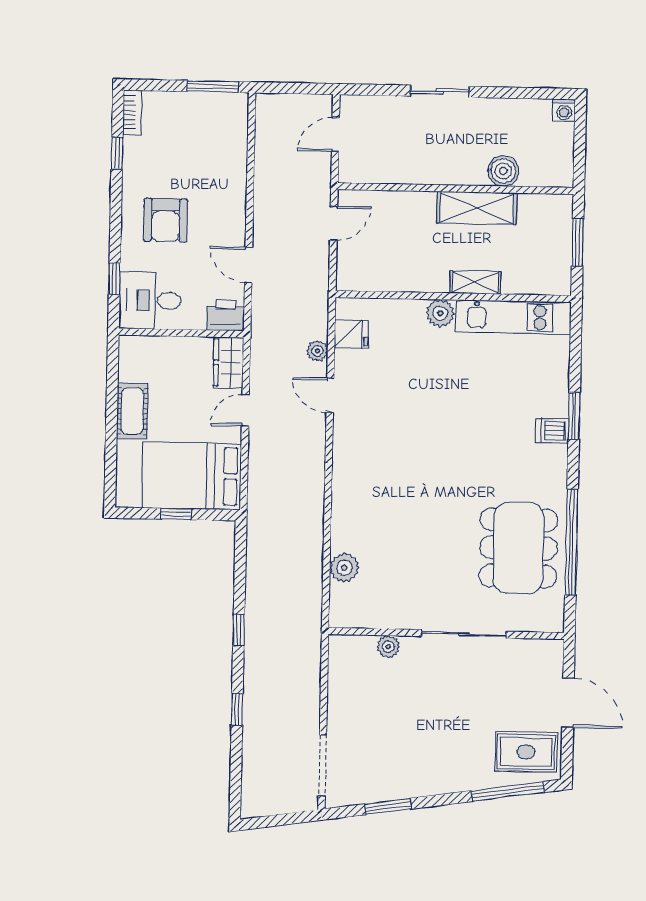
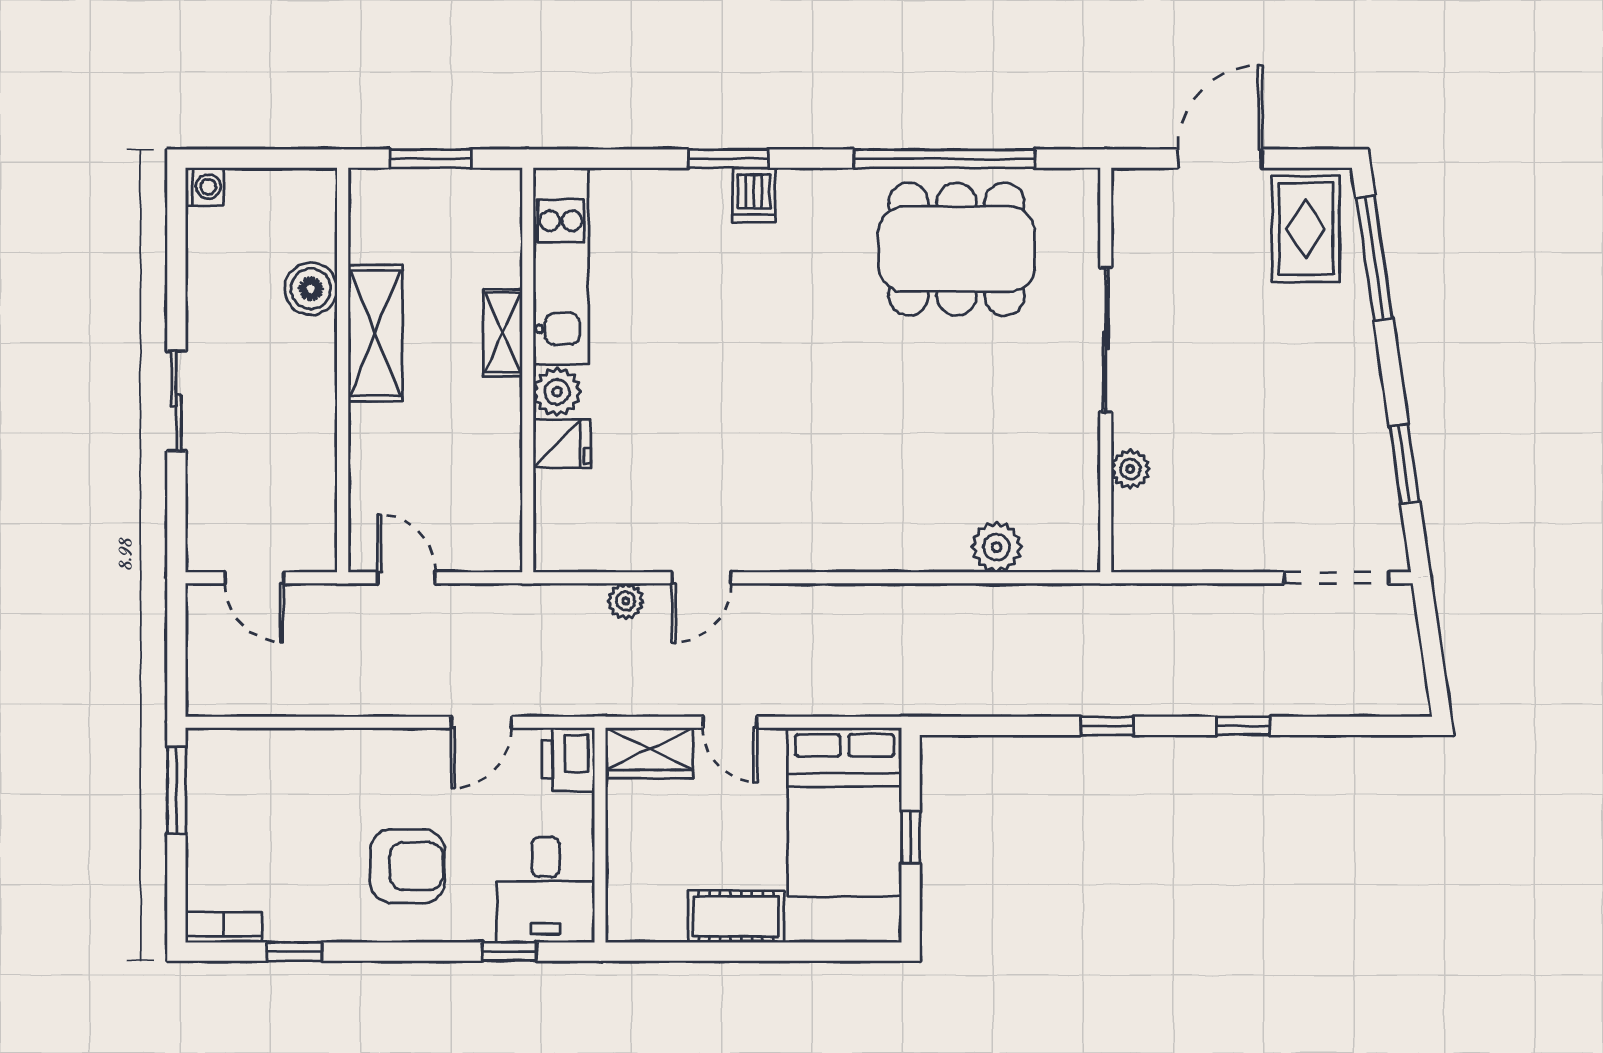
fridge: (351, 334) -> (562, 443), moved, turned 90

